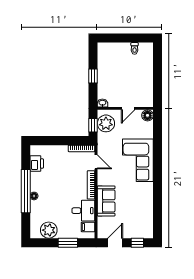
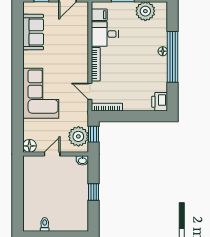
printer: (37, 163) -> (160, 102), moved
sofa: (106, 201) -> (33, 32), moved, turned 180

